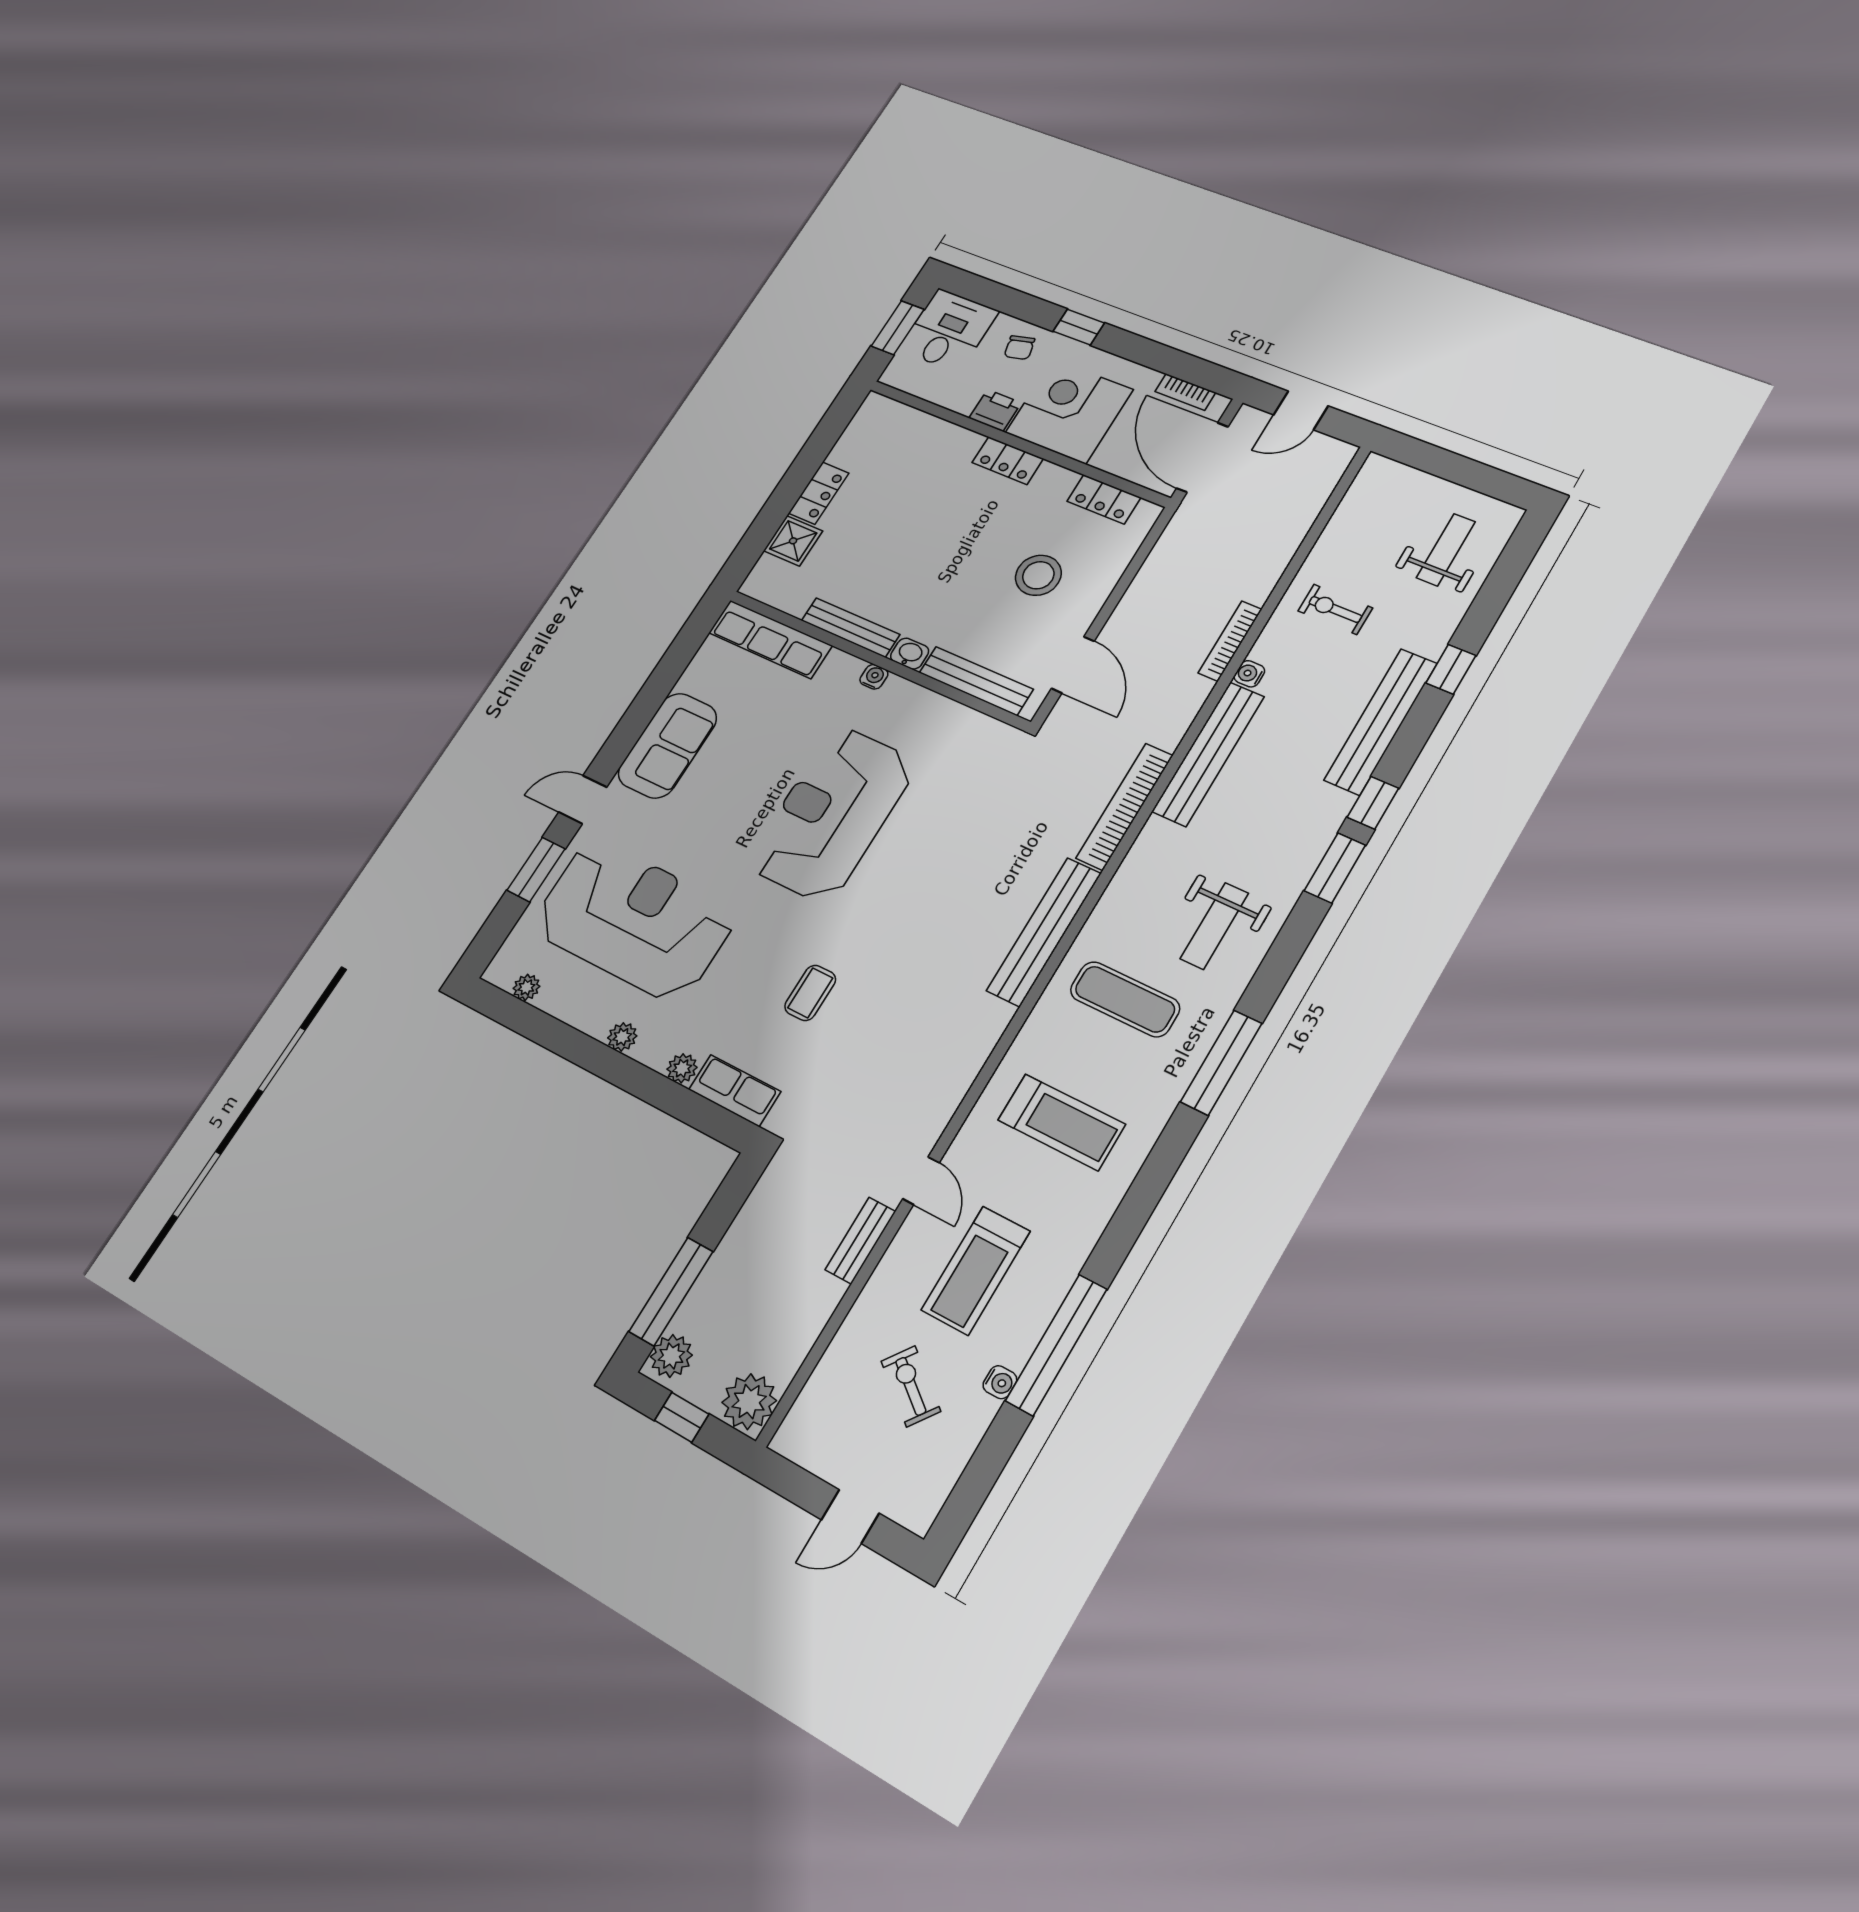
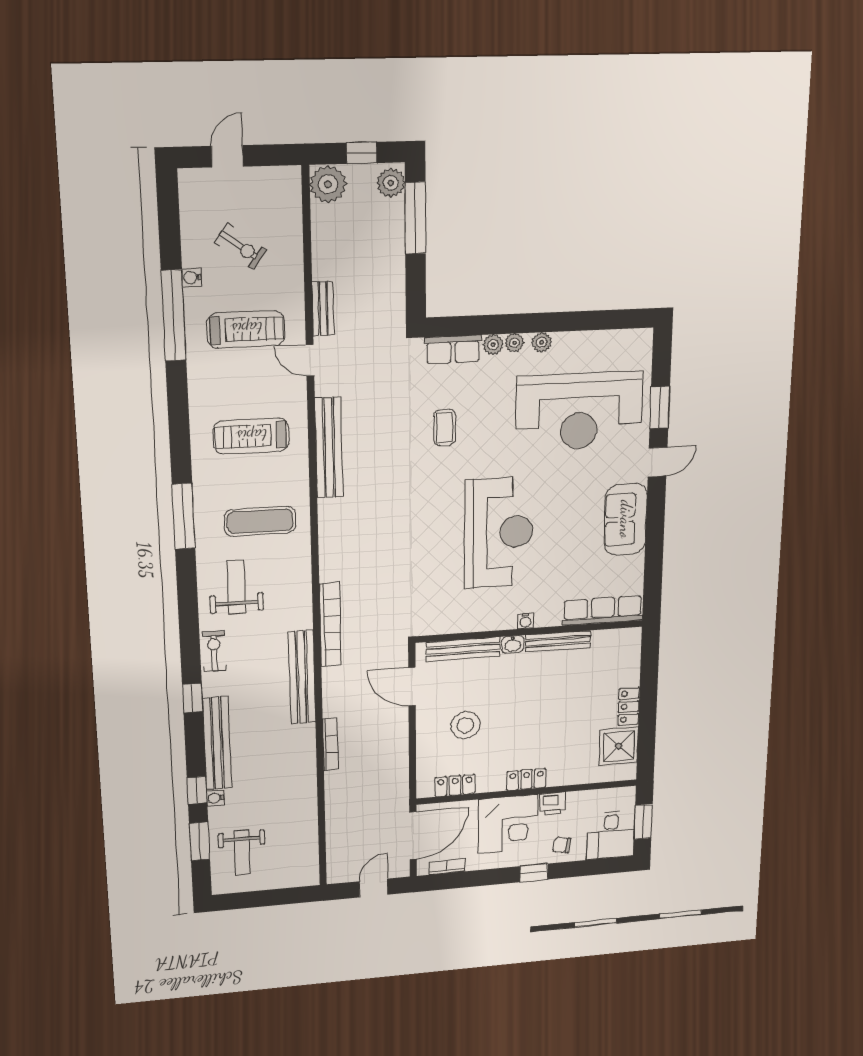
chair: (1019, 348) -> (562, 845), turned -65
door: (1202, 457) -> (413, 836), hinge flipped
shower: (793, 541) -> (619, 746), moved, width x1.36, depth x1.36
exercise bike: (1335, 609) -> (214, 651), moved, turned -90
water cooler: (1249, 674) -> (215, 798), moved, turned 180
window: (1335, 868) -> (200, 841), moved
bench: (1044, 932) -> (329, 448), moved
plant: (526, 987) -> (514, 343), moved
treadmill: (976, 1271) -> (246, 329), turned 90

